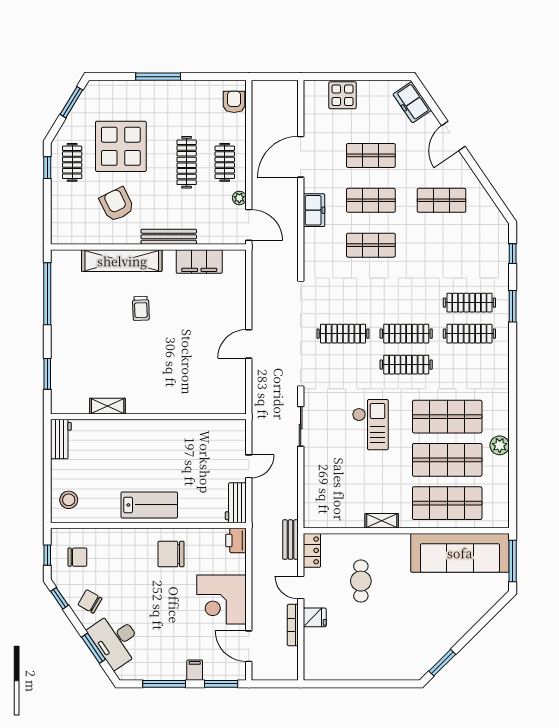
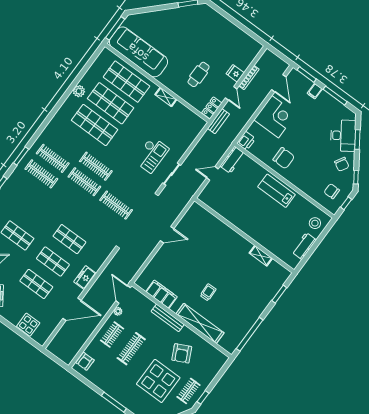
checkout: (370, 425) -> (151, 155), moved, turned 180
workbench: (61, 439) -> (304, 246), moved

